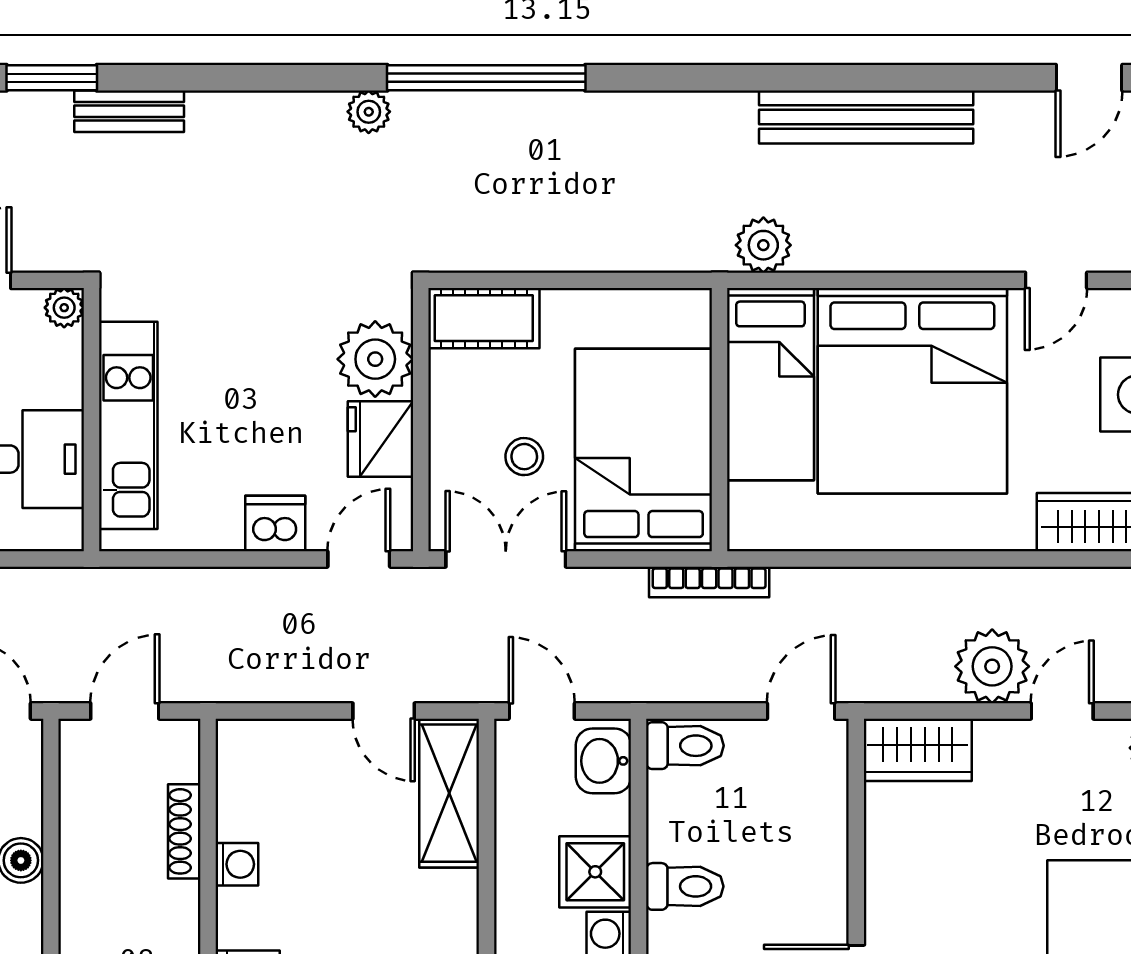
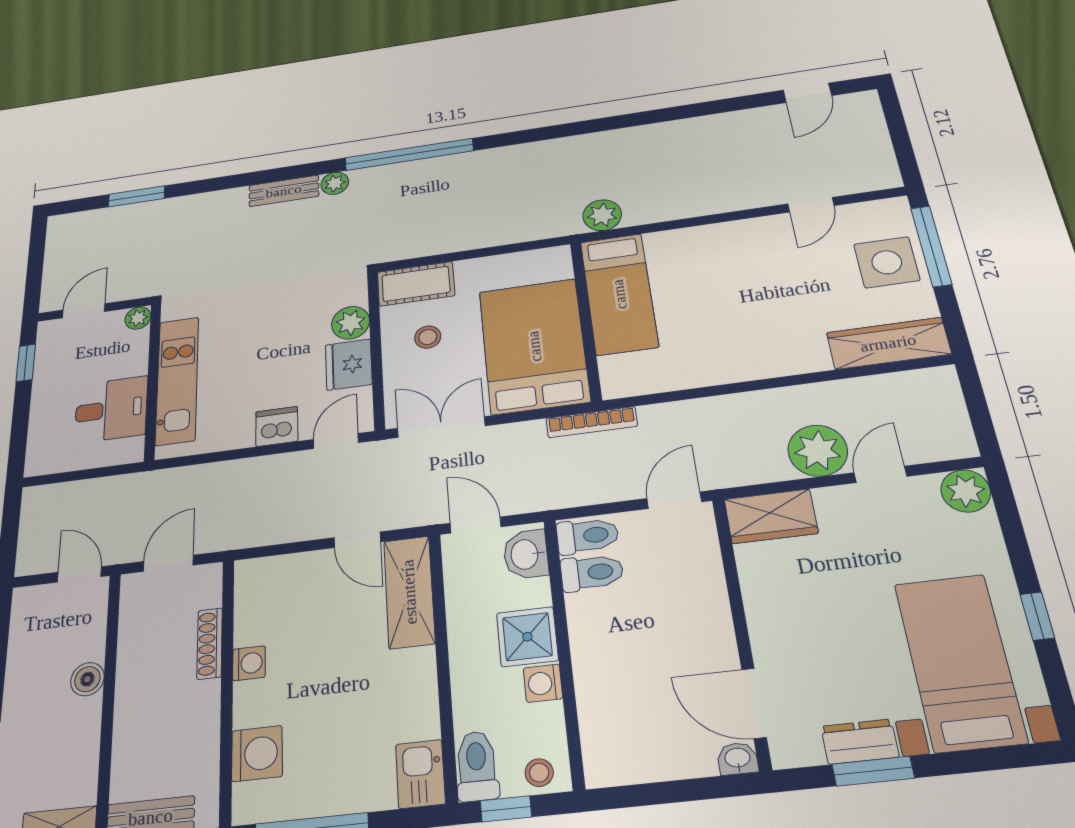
bench: (129, 111) -> (284, 191), moved
bench: (866, 117) -> (661, 136), removed
plant: (375, 359) -> (351, 323), width x0.73, depth x0.73
bed: (912, 391) -> (721, 283), removed
stool: (524, 457) -> (428, 337), moved
toilet: (685, 886) -> (592, 573), moved

